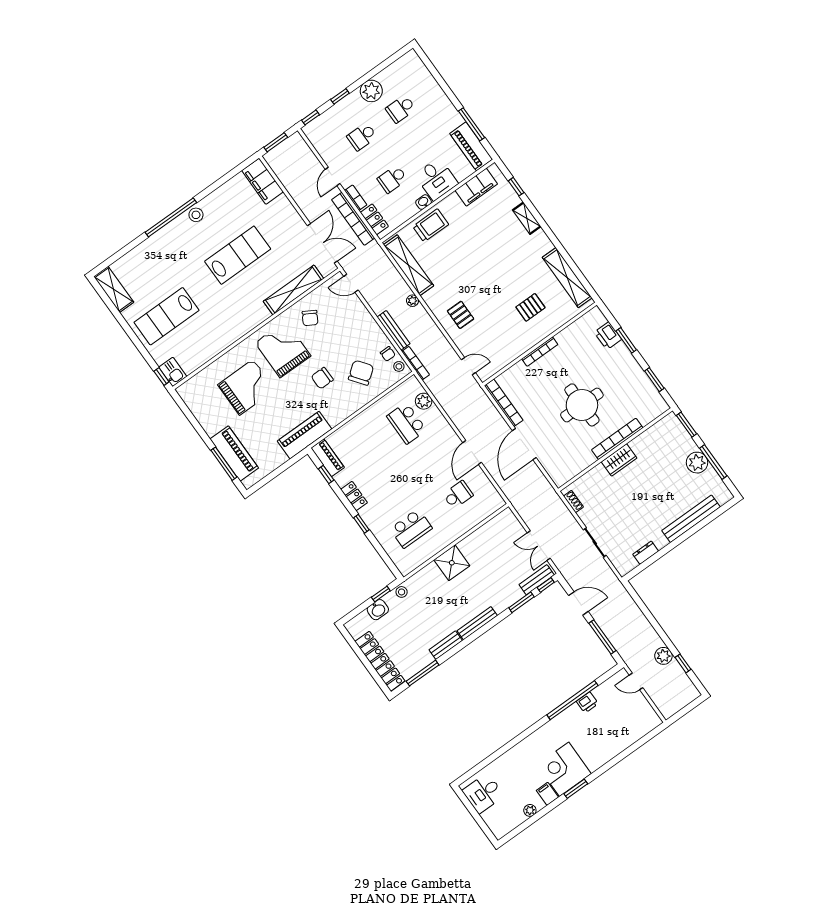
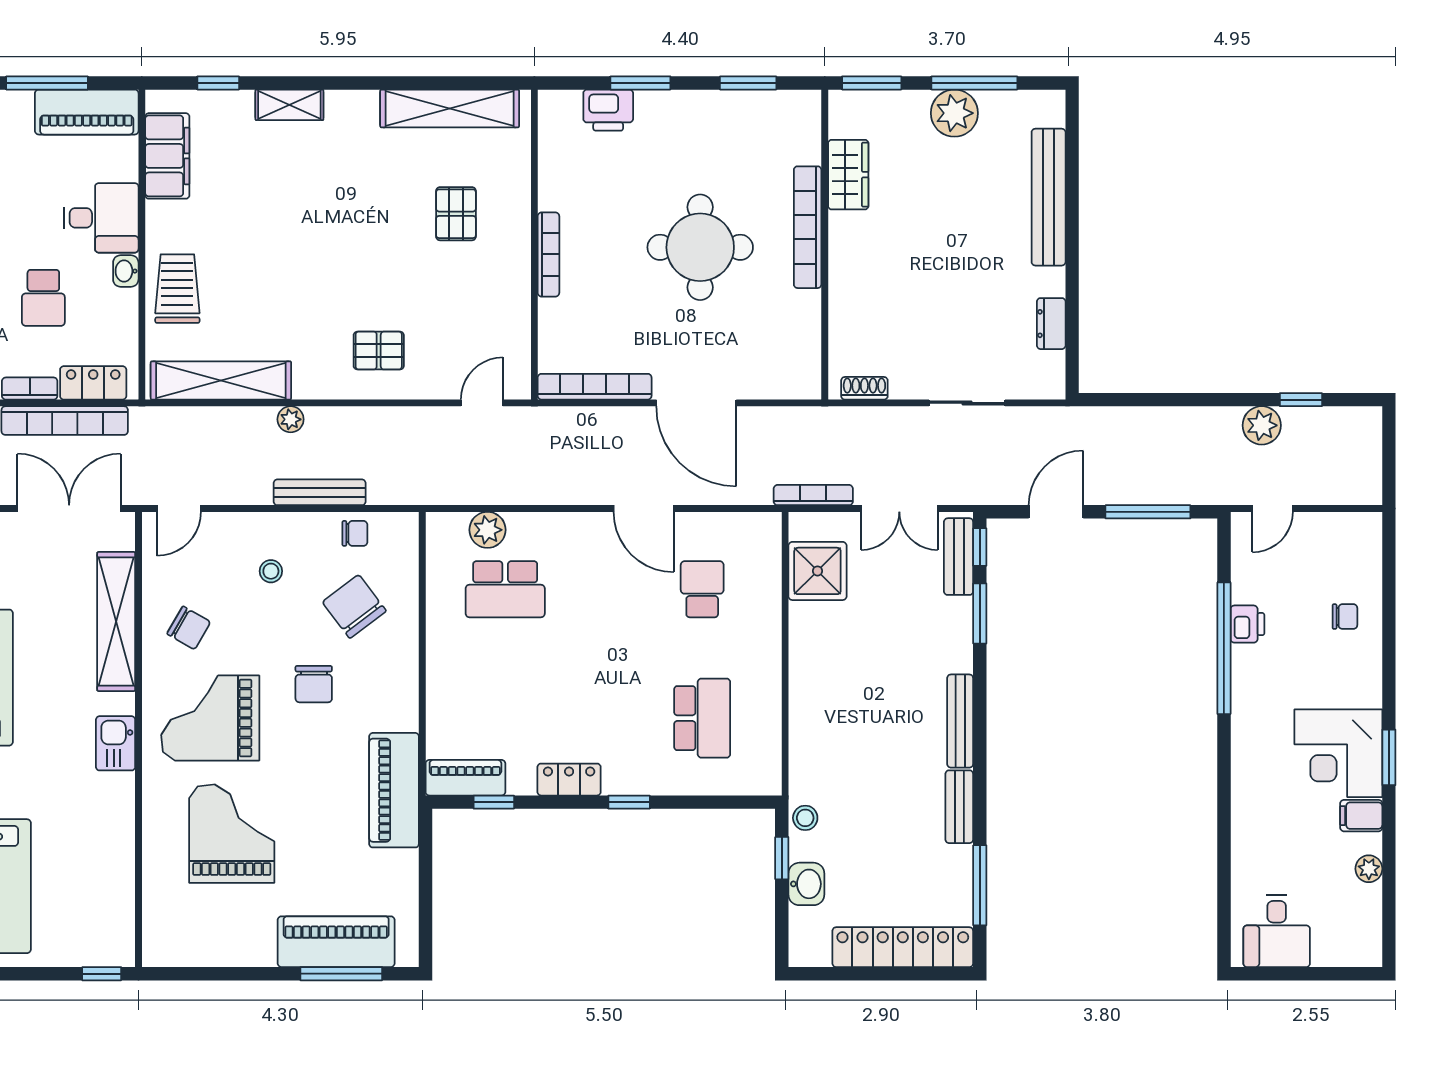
bookcase: (416, 363) -> (813, 495), moved
stool: (399, 366) -> (271, 571), moved
kitchen sink: (173, 372) -> (116, 743), moved, turned -90
wardrobe: (619, 460) -> (848, 175), moved
shower: (452, 563) -> (817, 571), moved
chair: (616, 736) -> (1345, 617), added

